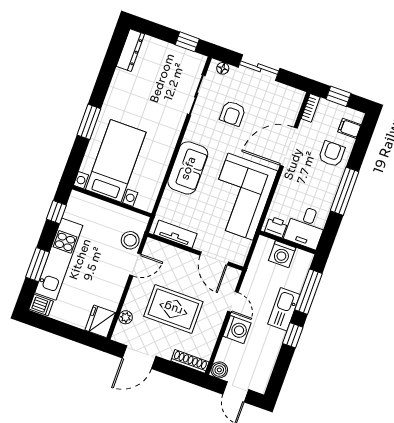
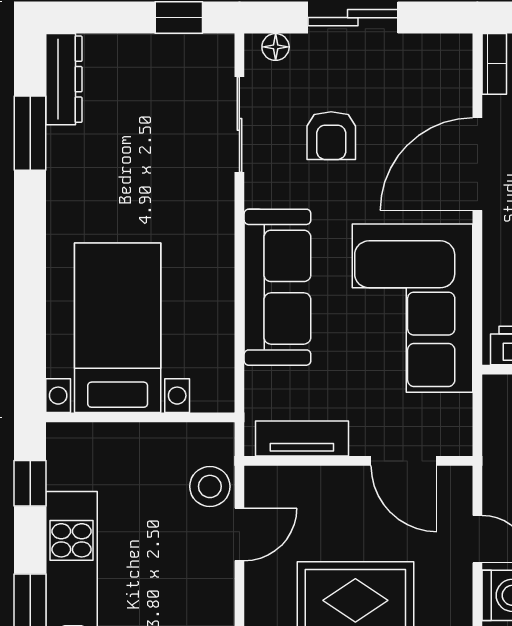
window: (89, 122) -> (30, 133), moved
sofa: (188, 168) -> (277, 287), width x1.36

